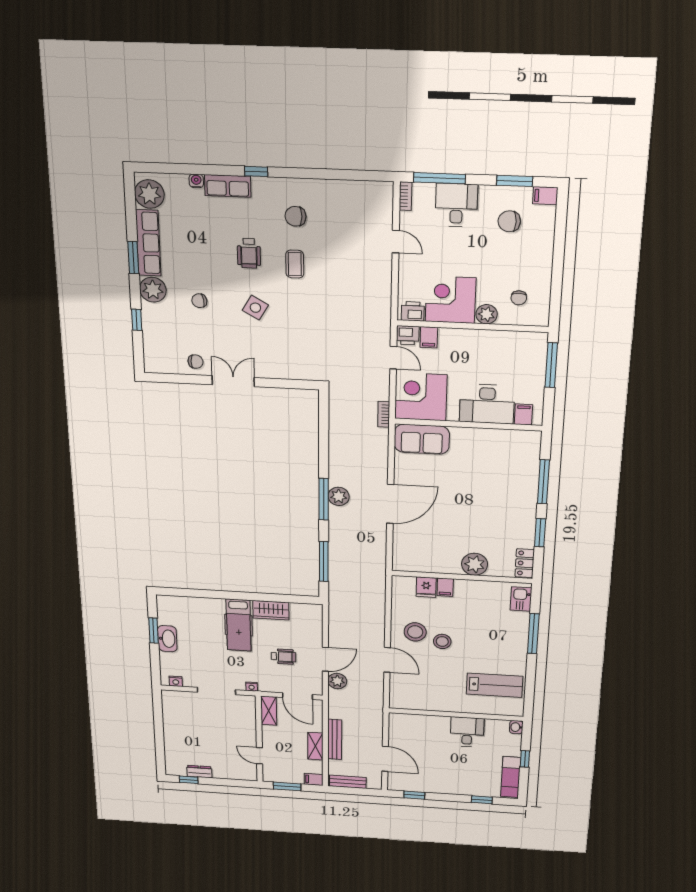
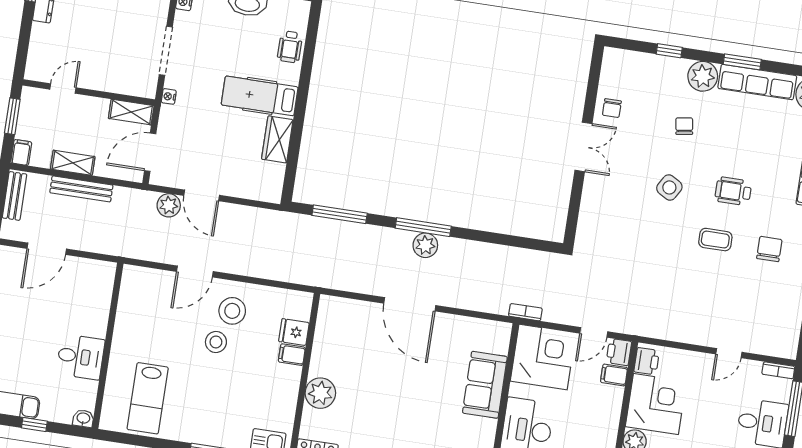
sofa: (422, 439) -> (485, 385), moved
wheelchair: (283, 657) -> (290, 47), moved

